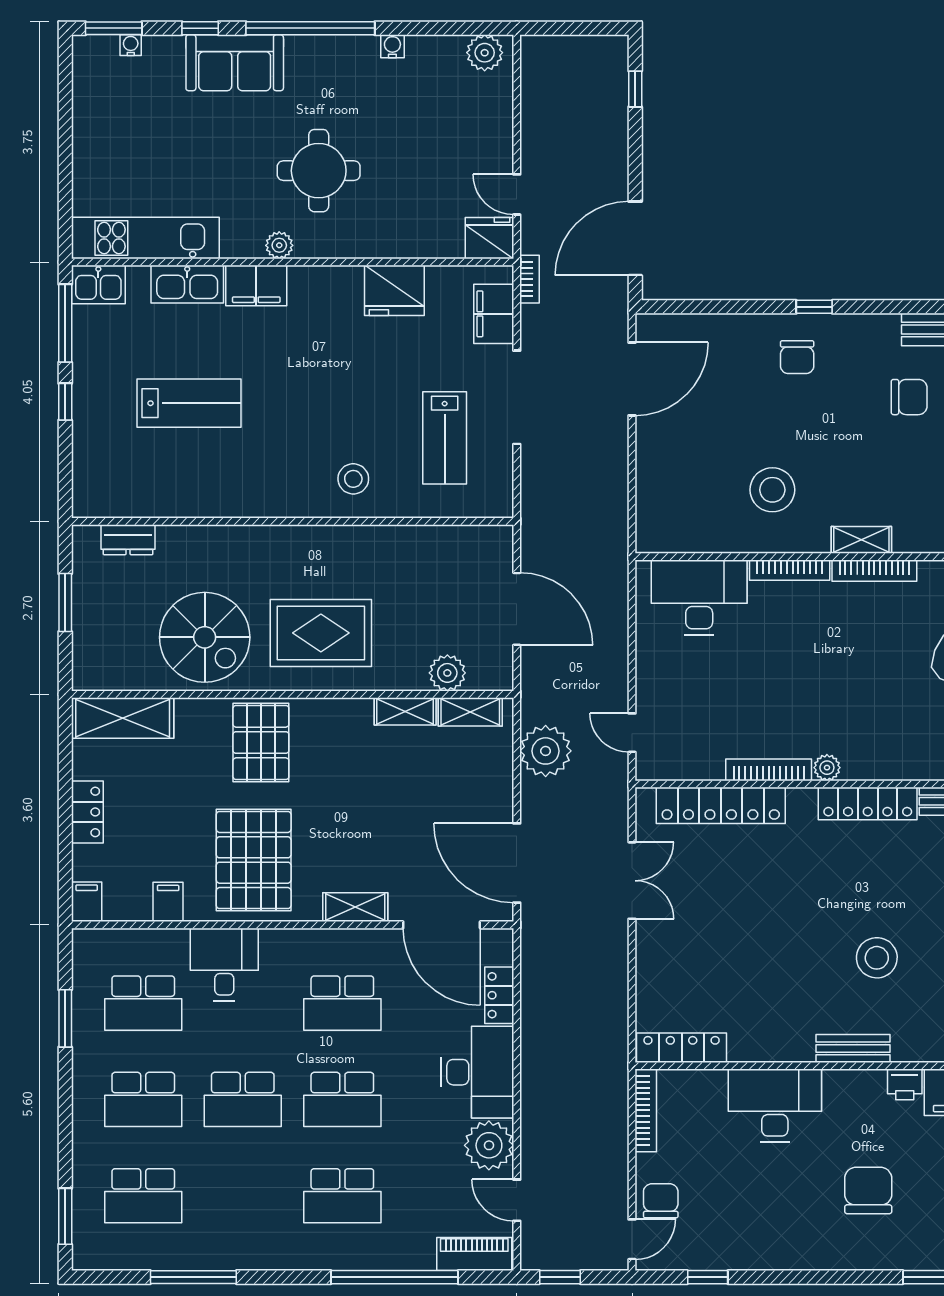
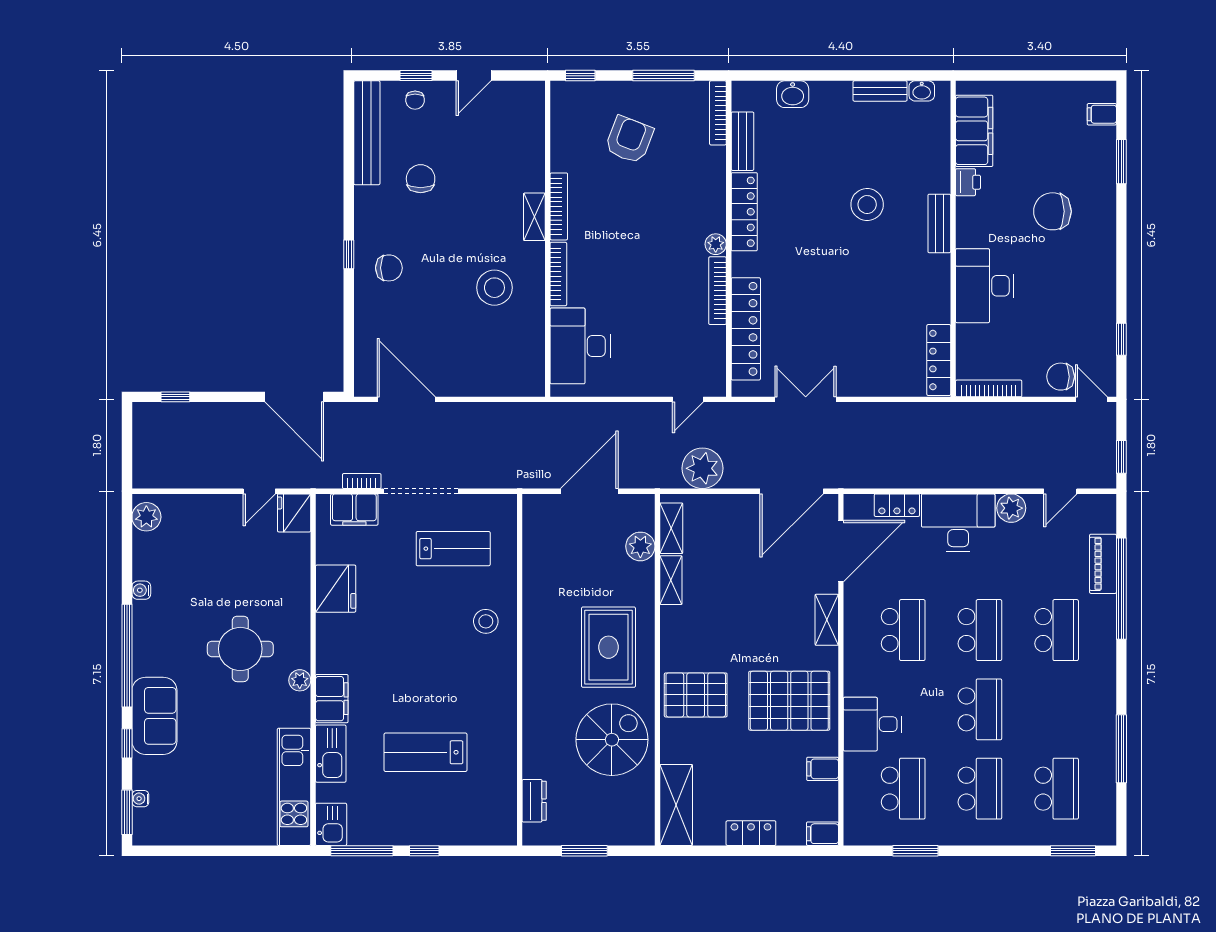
bookcase: (530, 279) -> (362, 481), moved
lab bench: (189, 403) -> (425, 752), turned -90
plant: (489, 1145) -> (1011, 508), width x0.73, depth x0.73
piano: (474, 1254) -> (1103, 564), moved

